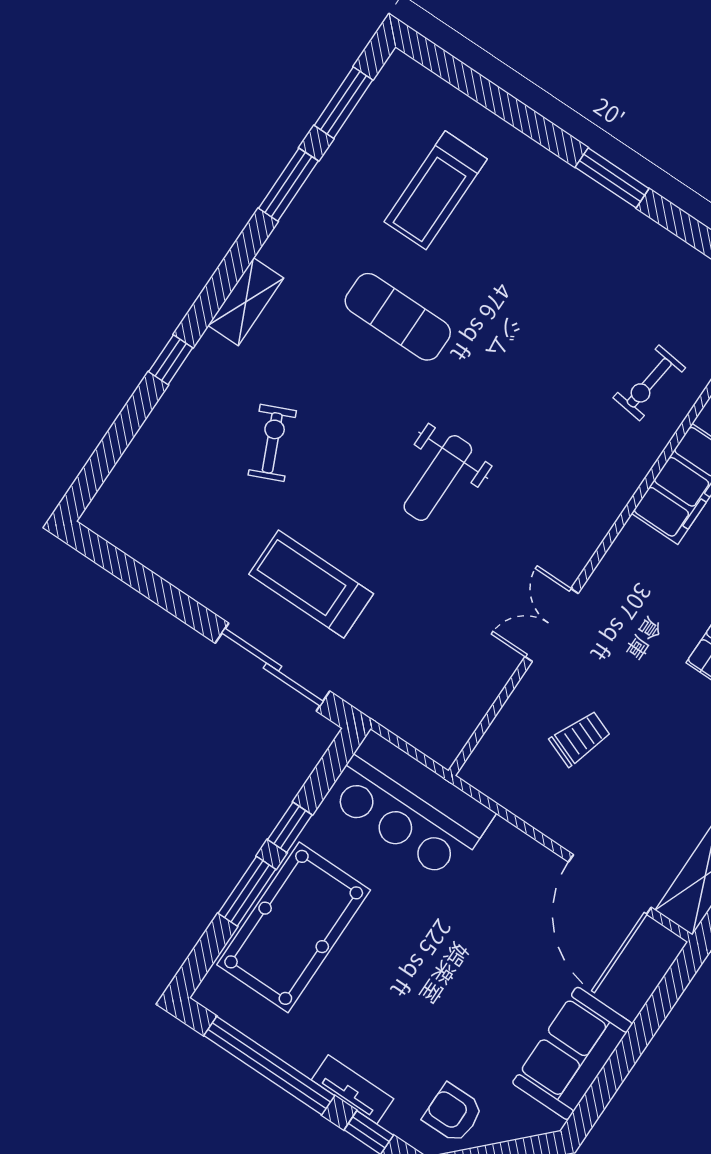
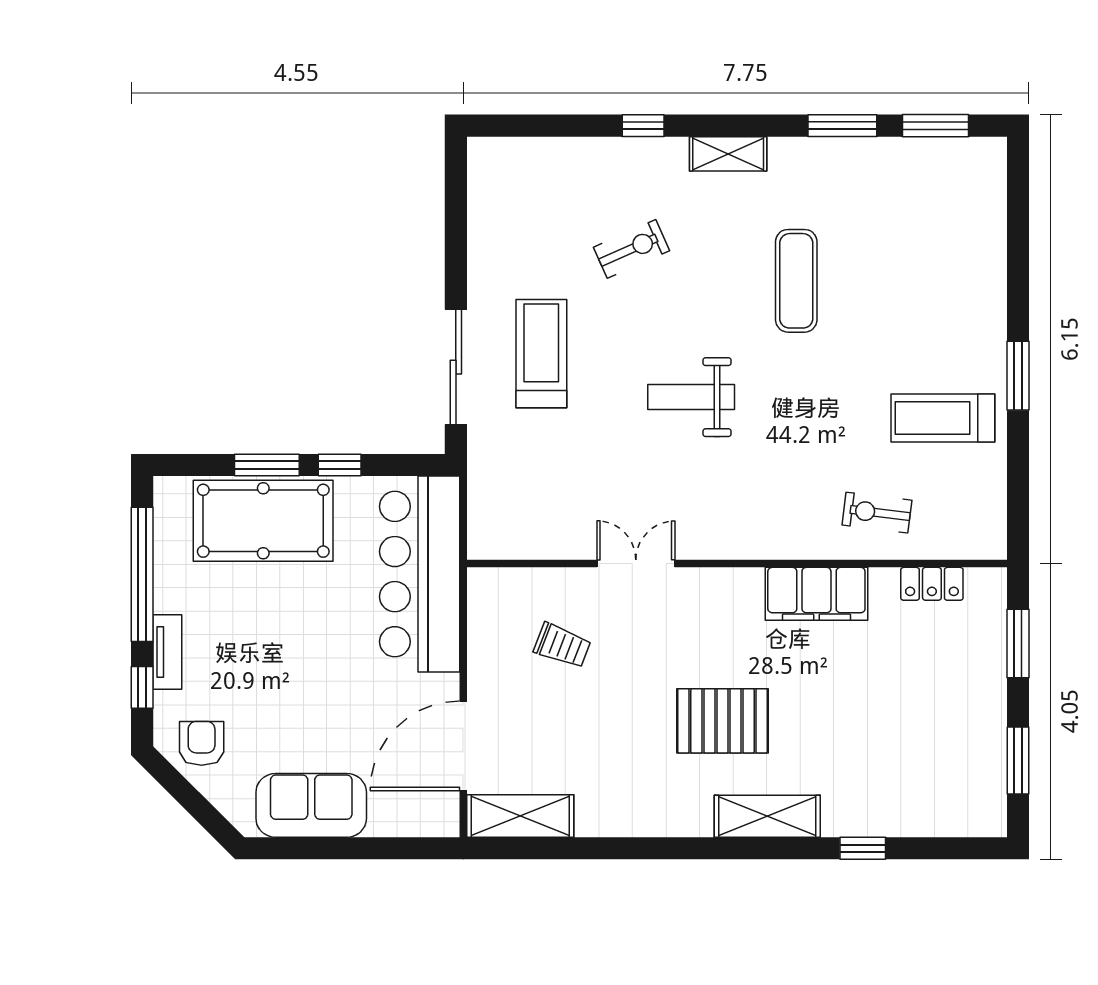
treadmill: (436, 190) -> (943, 418), moved
bar counter: (410, 806) -> (420, 574), width x1.36

